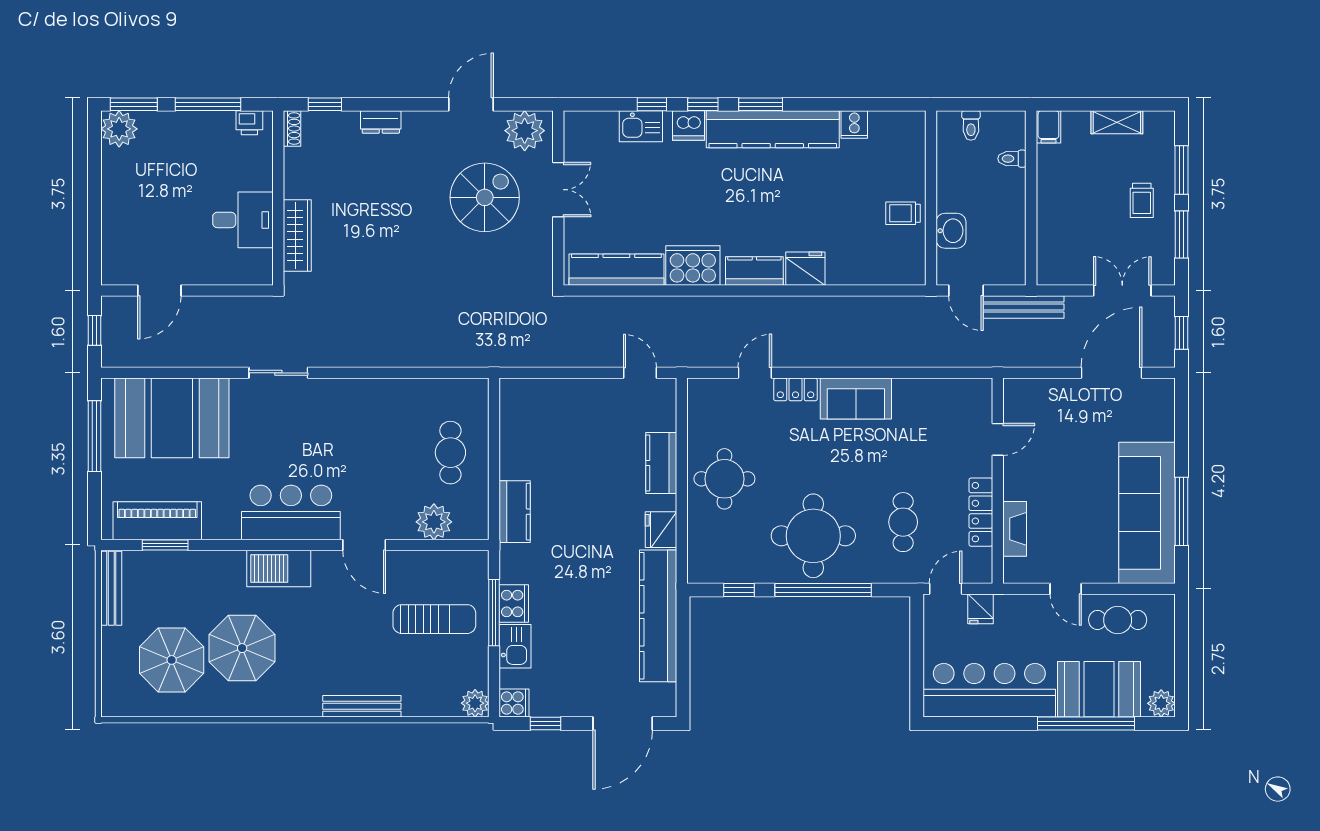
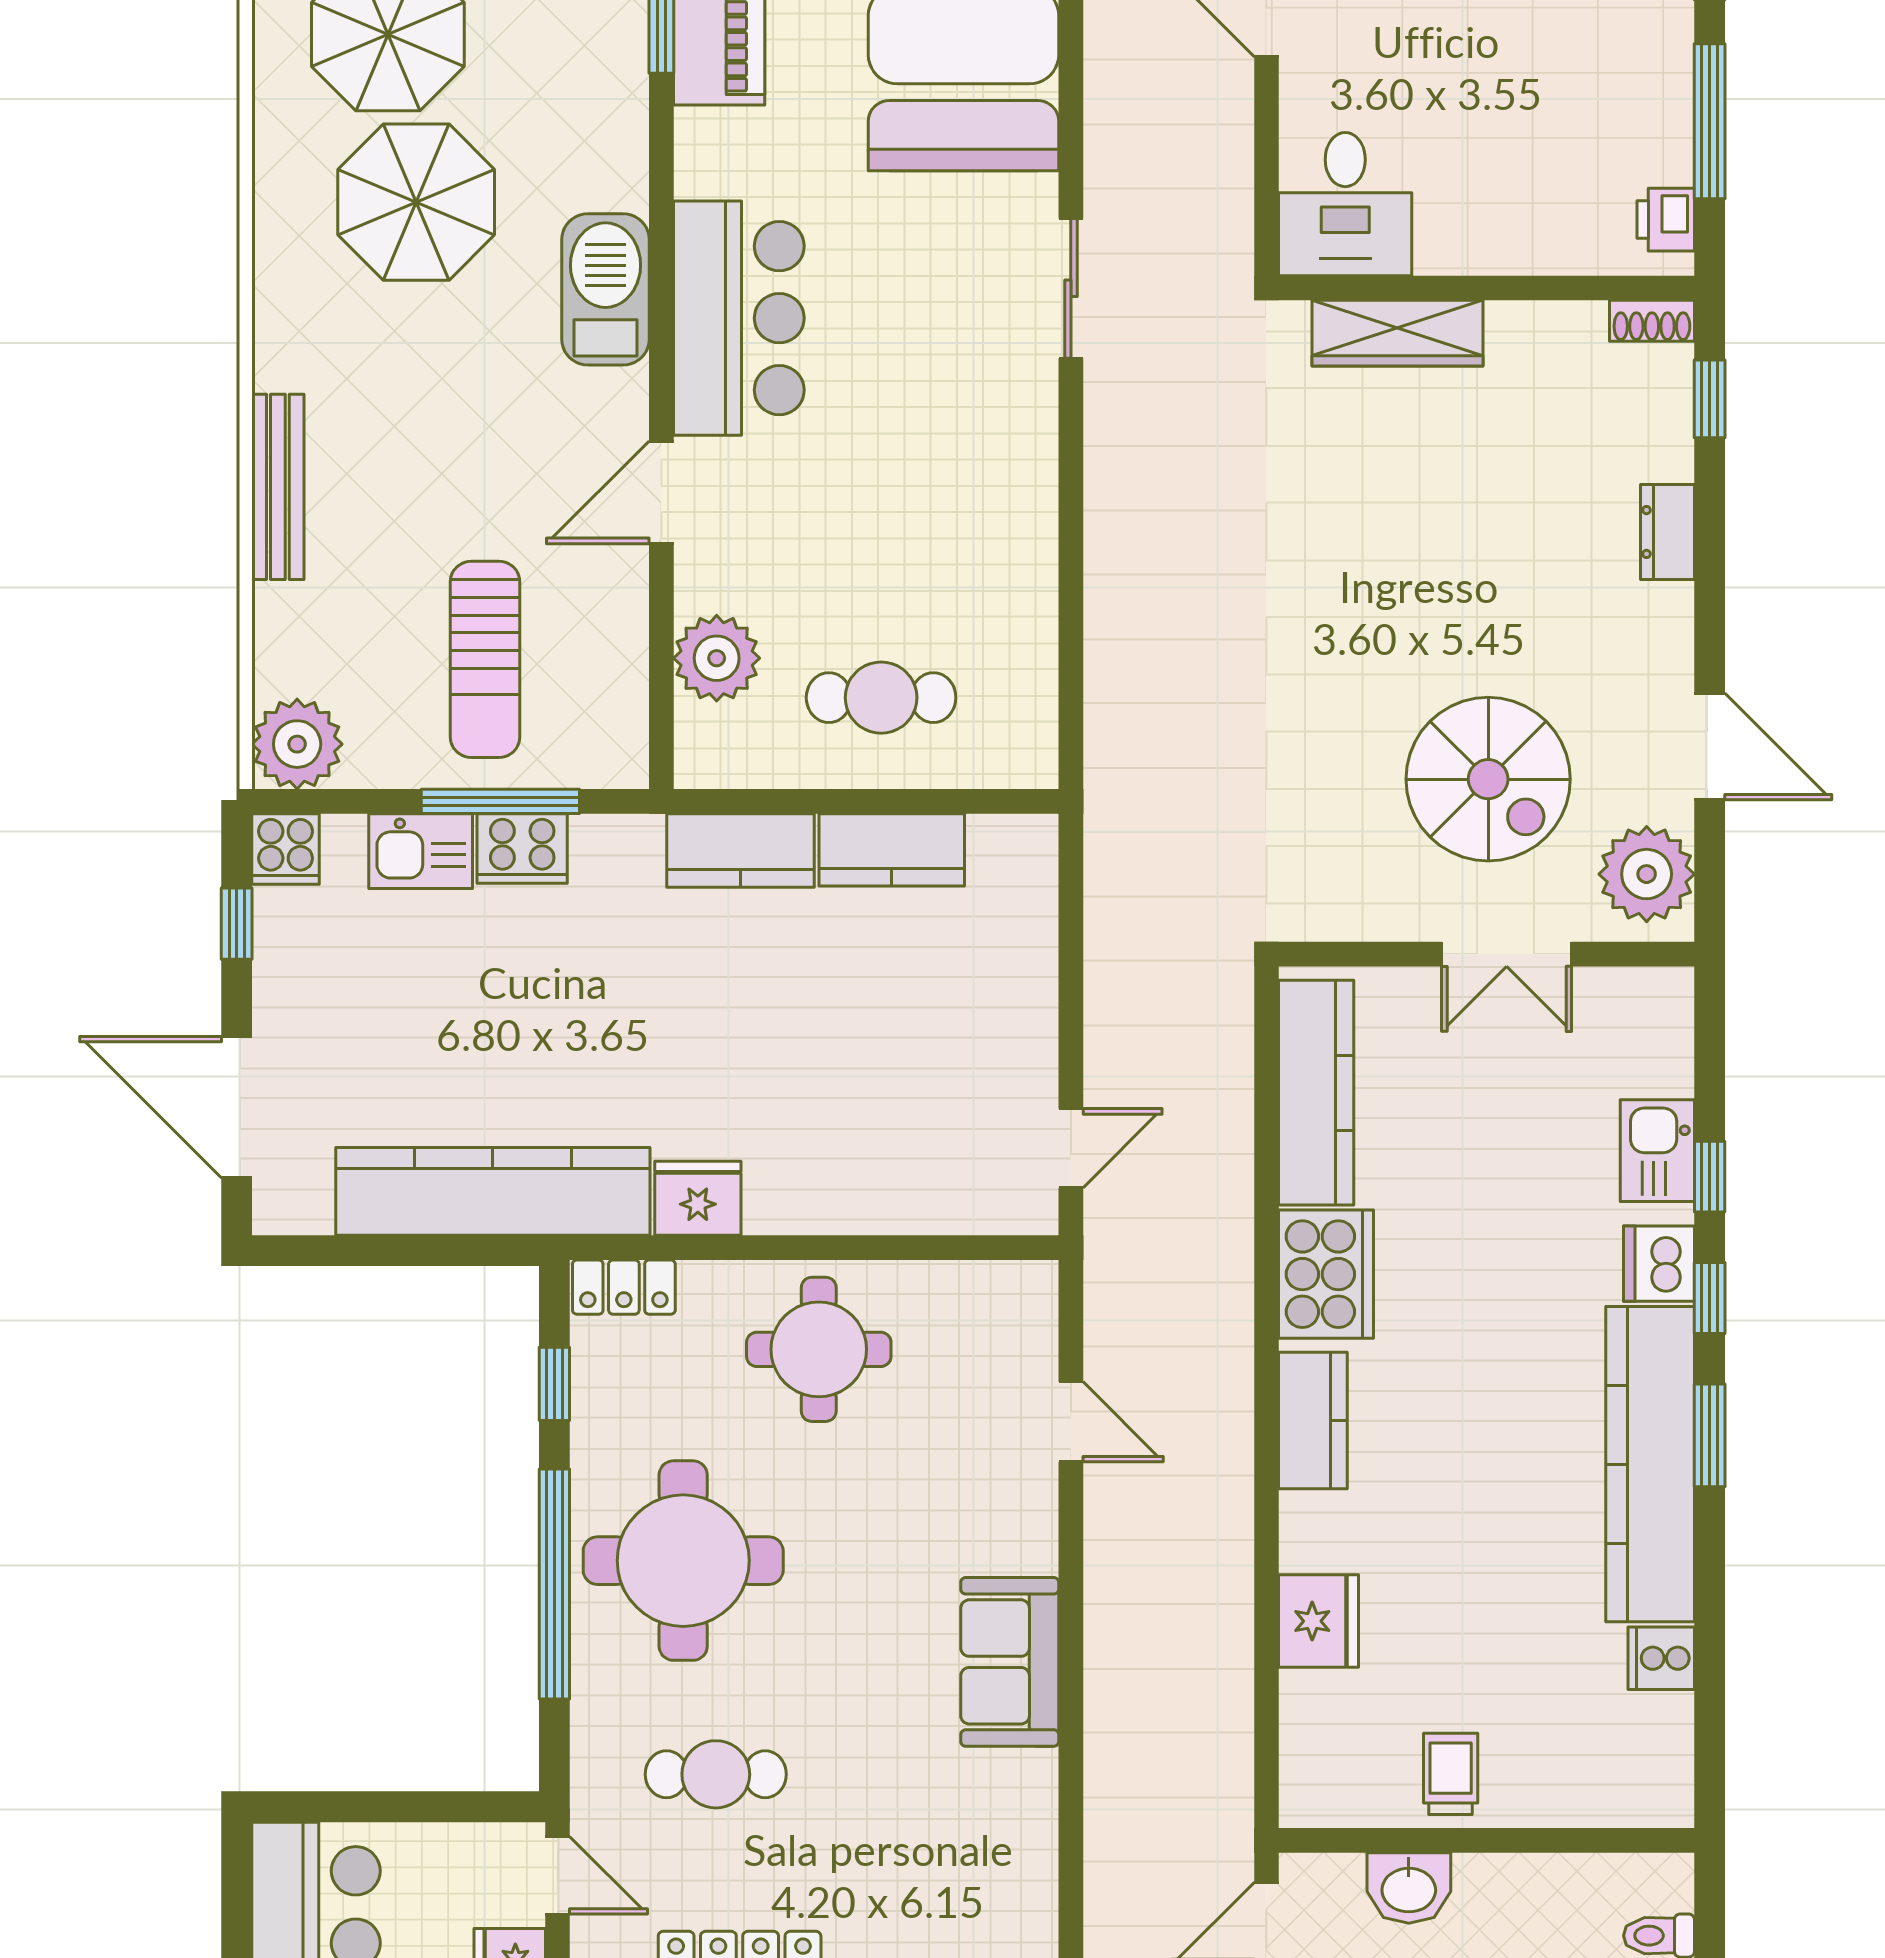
desk: (243, 220) -> (1345, 204), moved
fridge: (805, 269) -> (1319, 1621), moved
locker: (796, 389) -> (624, 1287), moved, turned -90
kitchen counter: (661, 463) -> (892, 850), moved, turned 180
plant: (475, 703) -> (297, 744), width x1.36, depth x1.36

